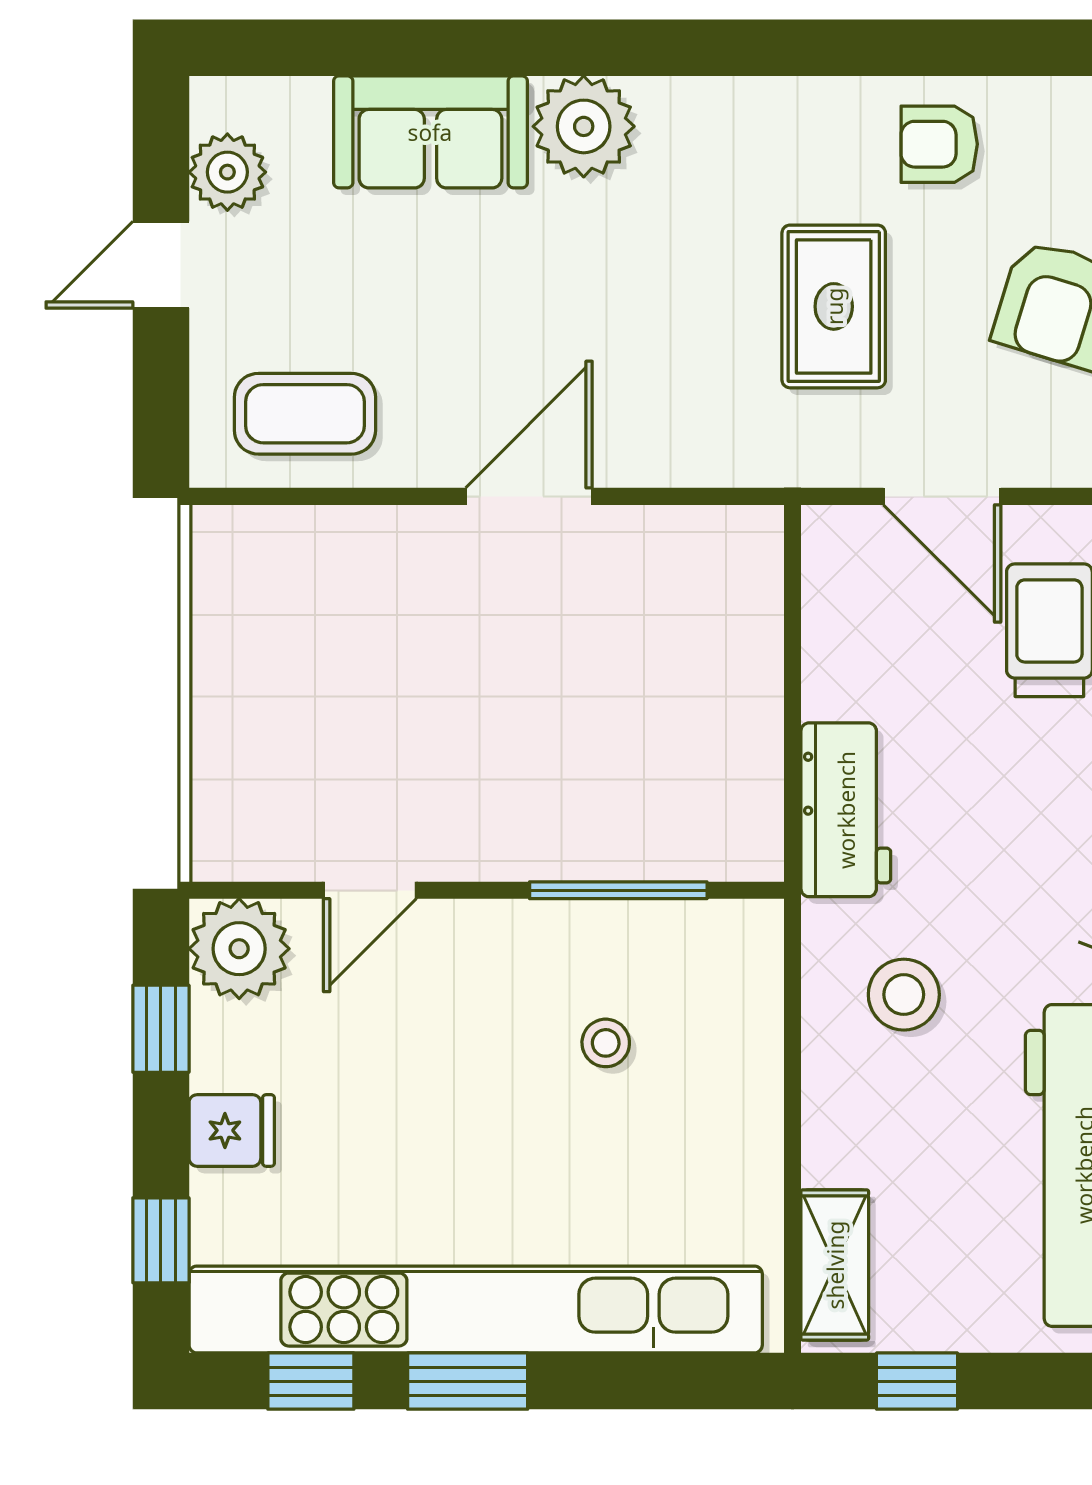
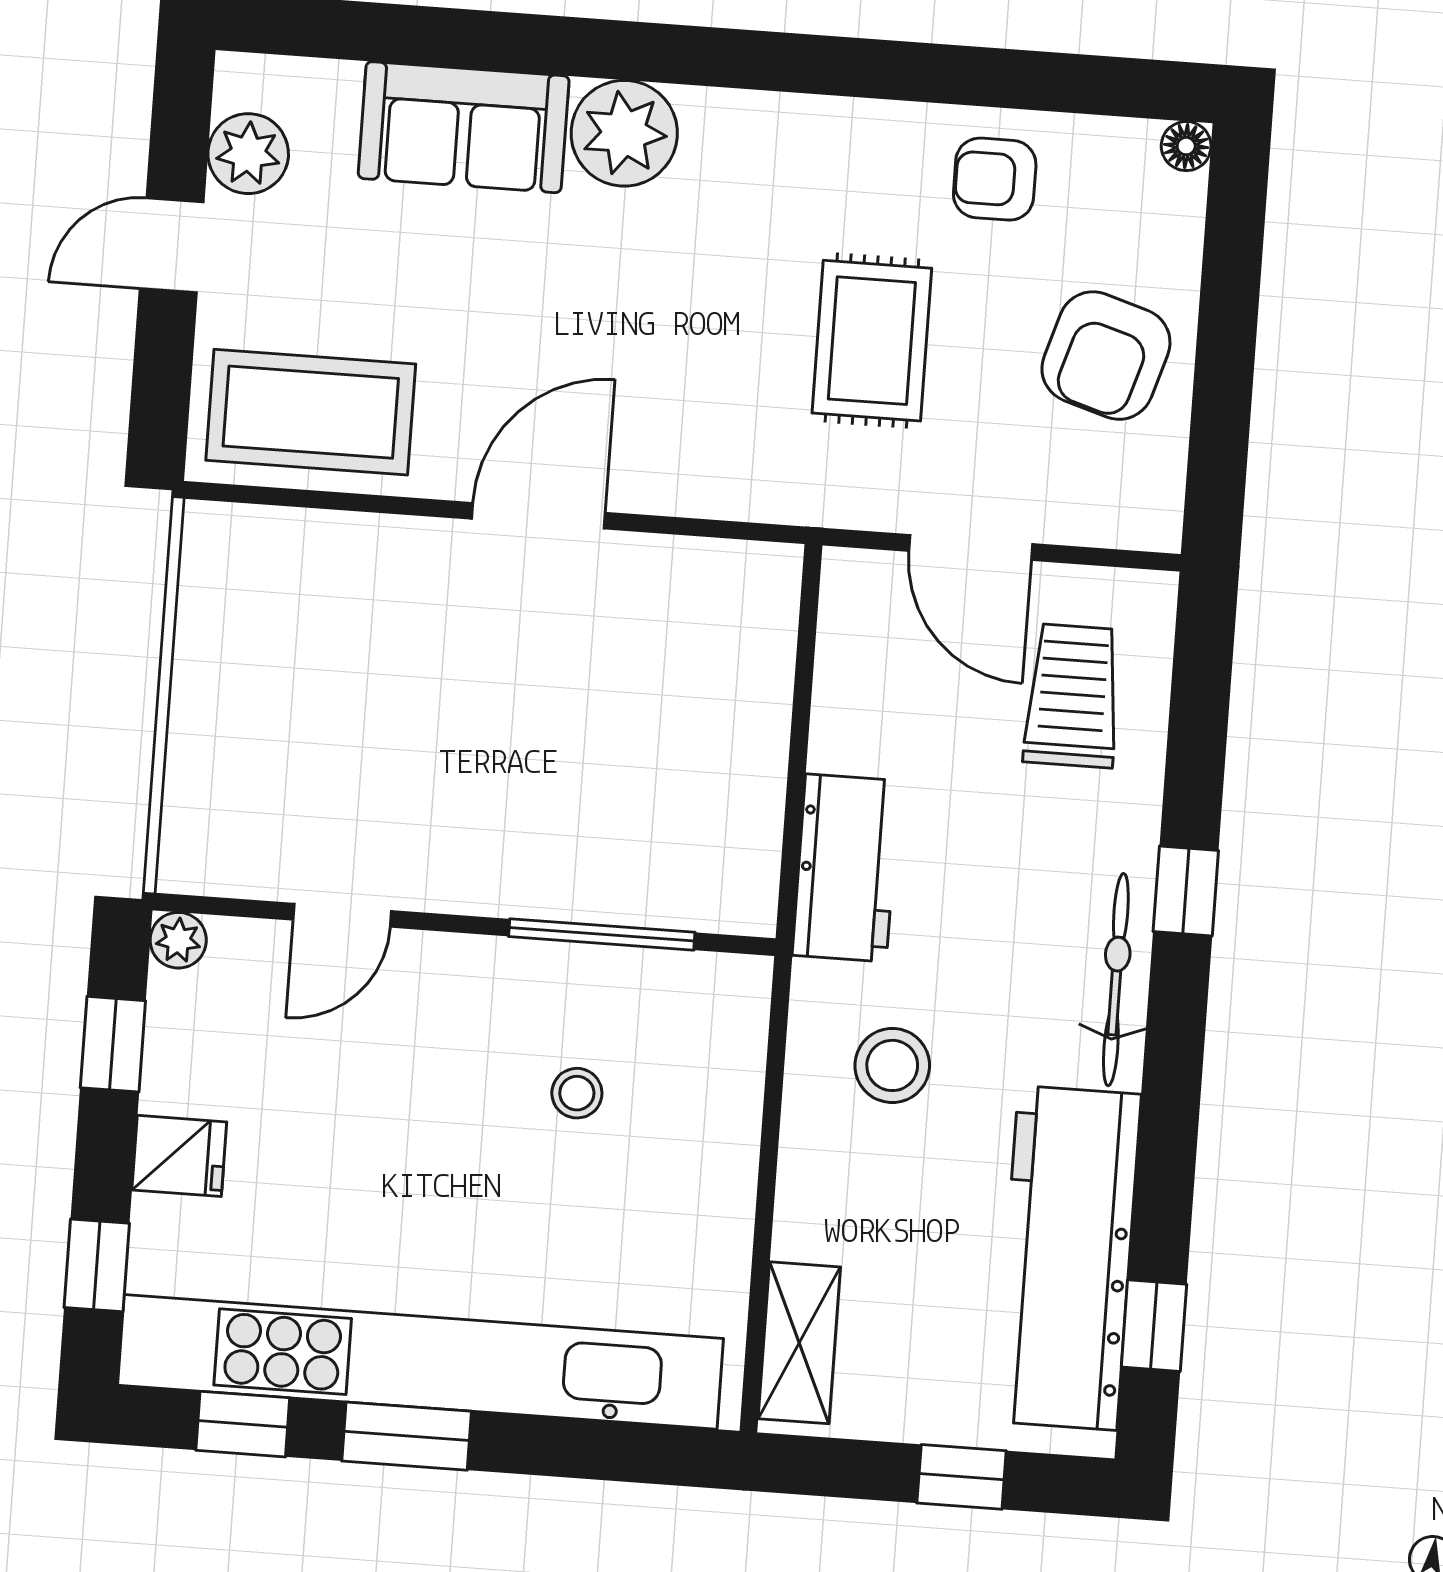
coffee table: (305, 414) -> (311, 412), width x1.36, depth x1.32
plant: (239, 949) -> (178, 940), width x0.53, depth x0.53
window: (917, 1381) -> (962, 1477), moved

